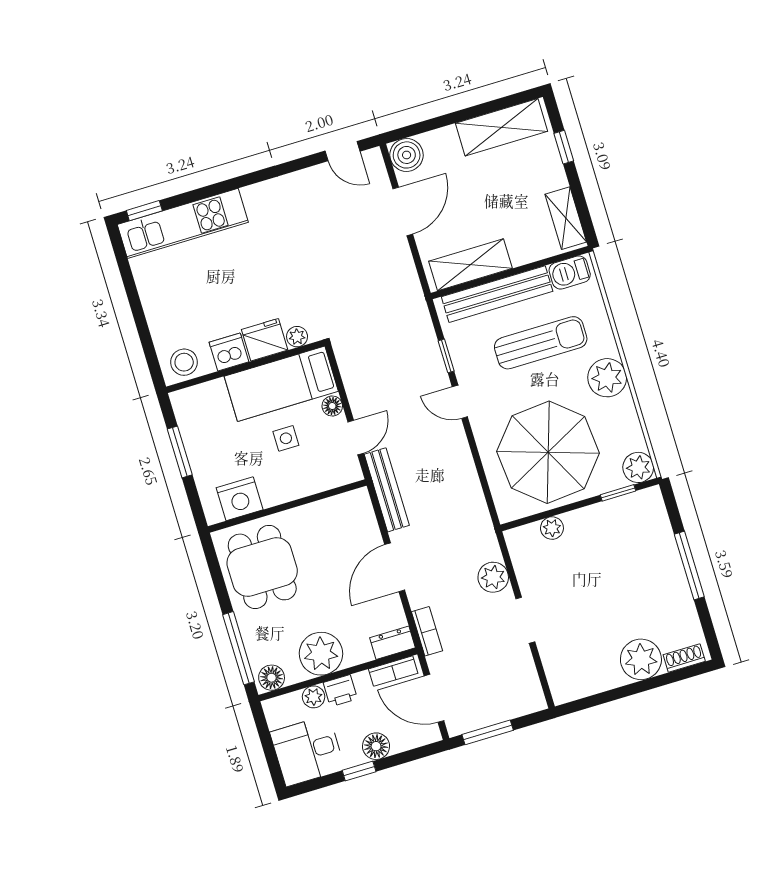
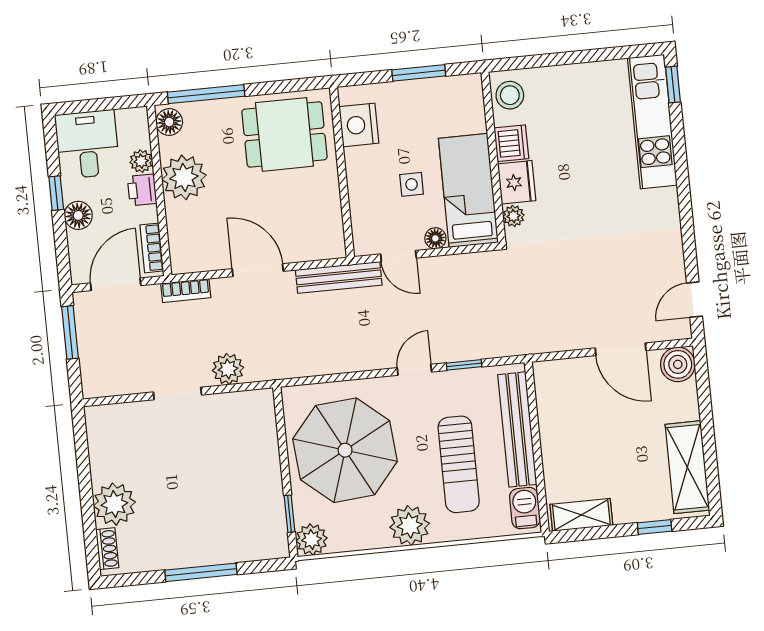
shelving: (470, 265) -> (553, 408), removed
plant: (552, 528) -> (267, 439), removed
dresser: (392, 643) -> (181, 253), removed

